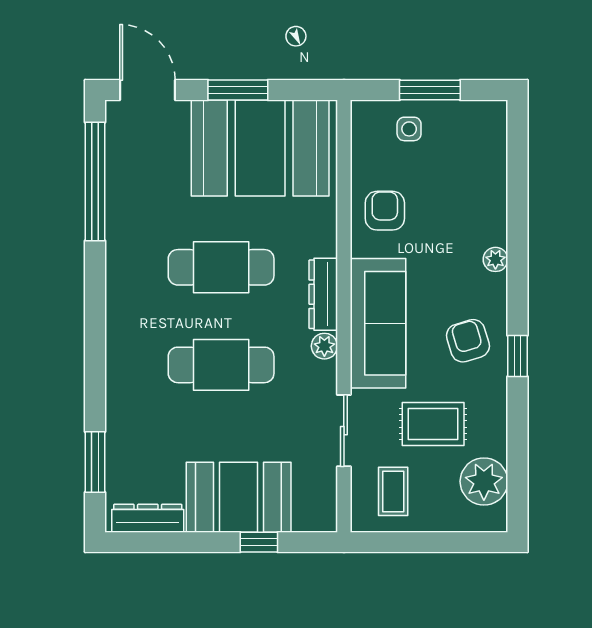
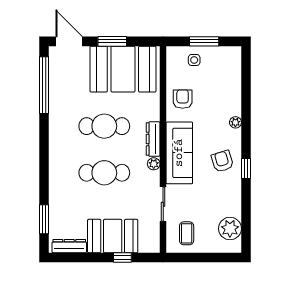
rug: (433, 424) -> (206, 201), removed

